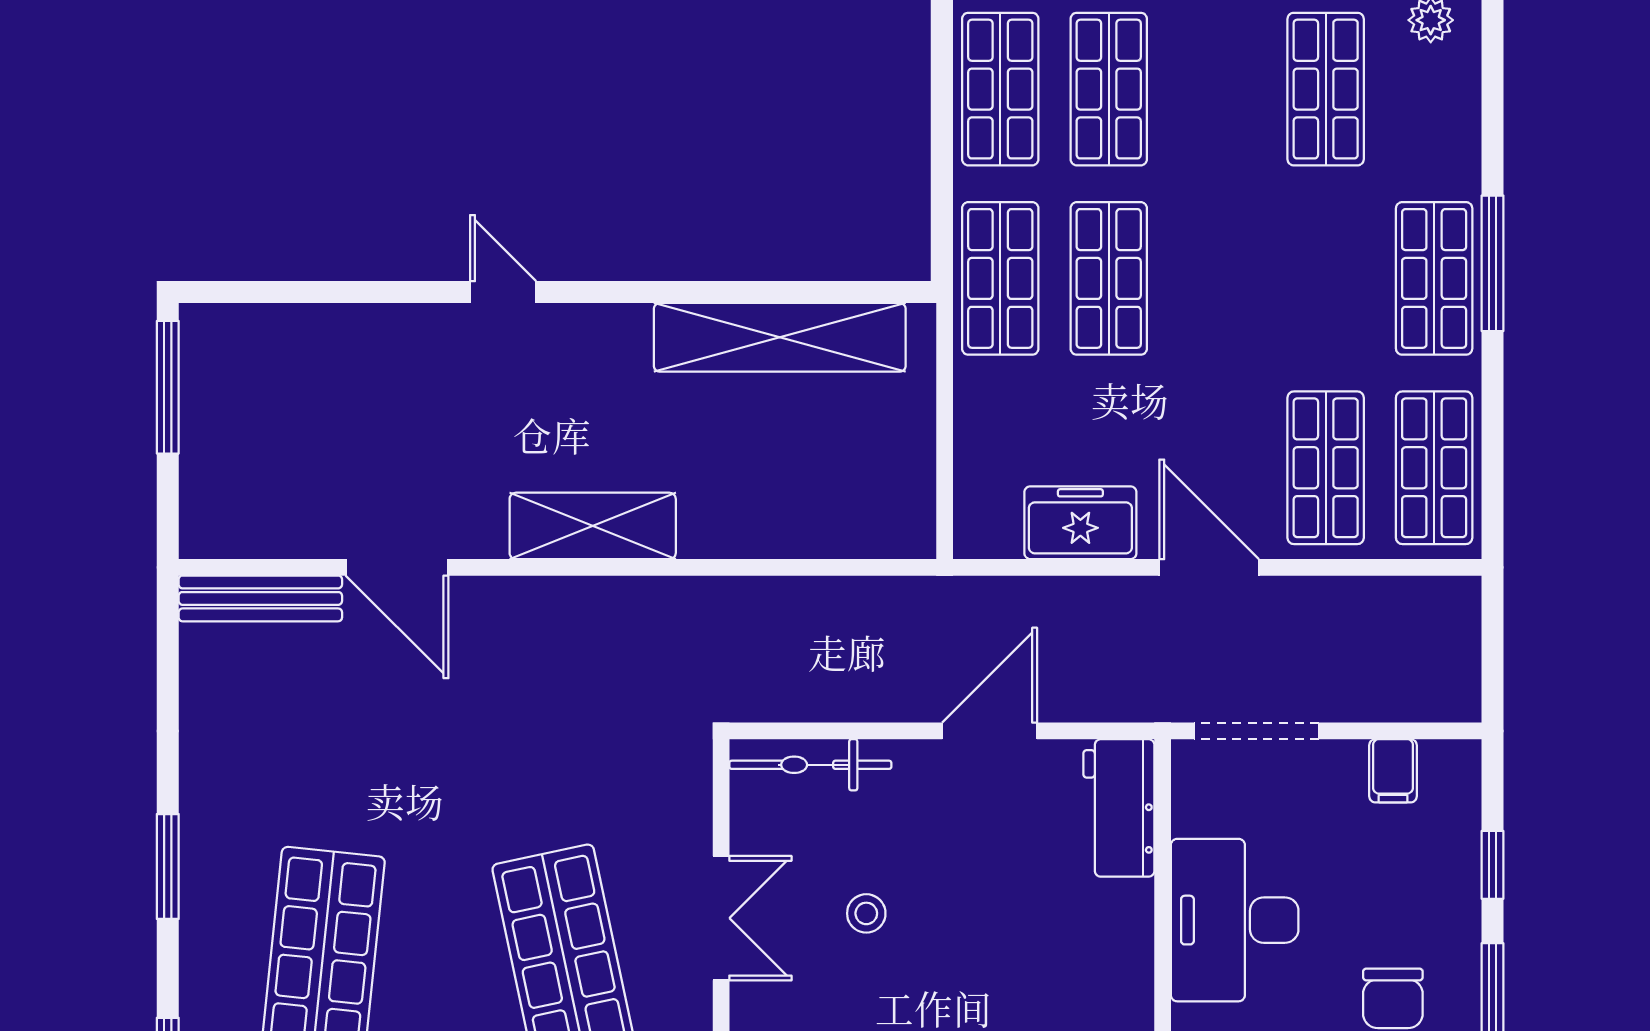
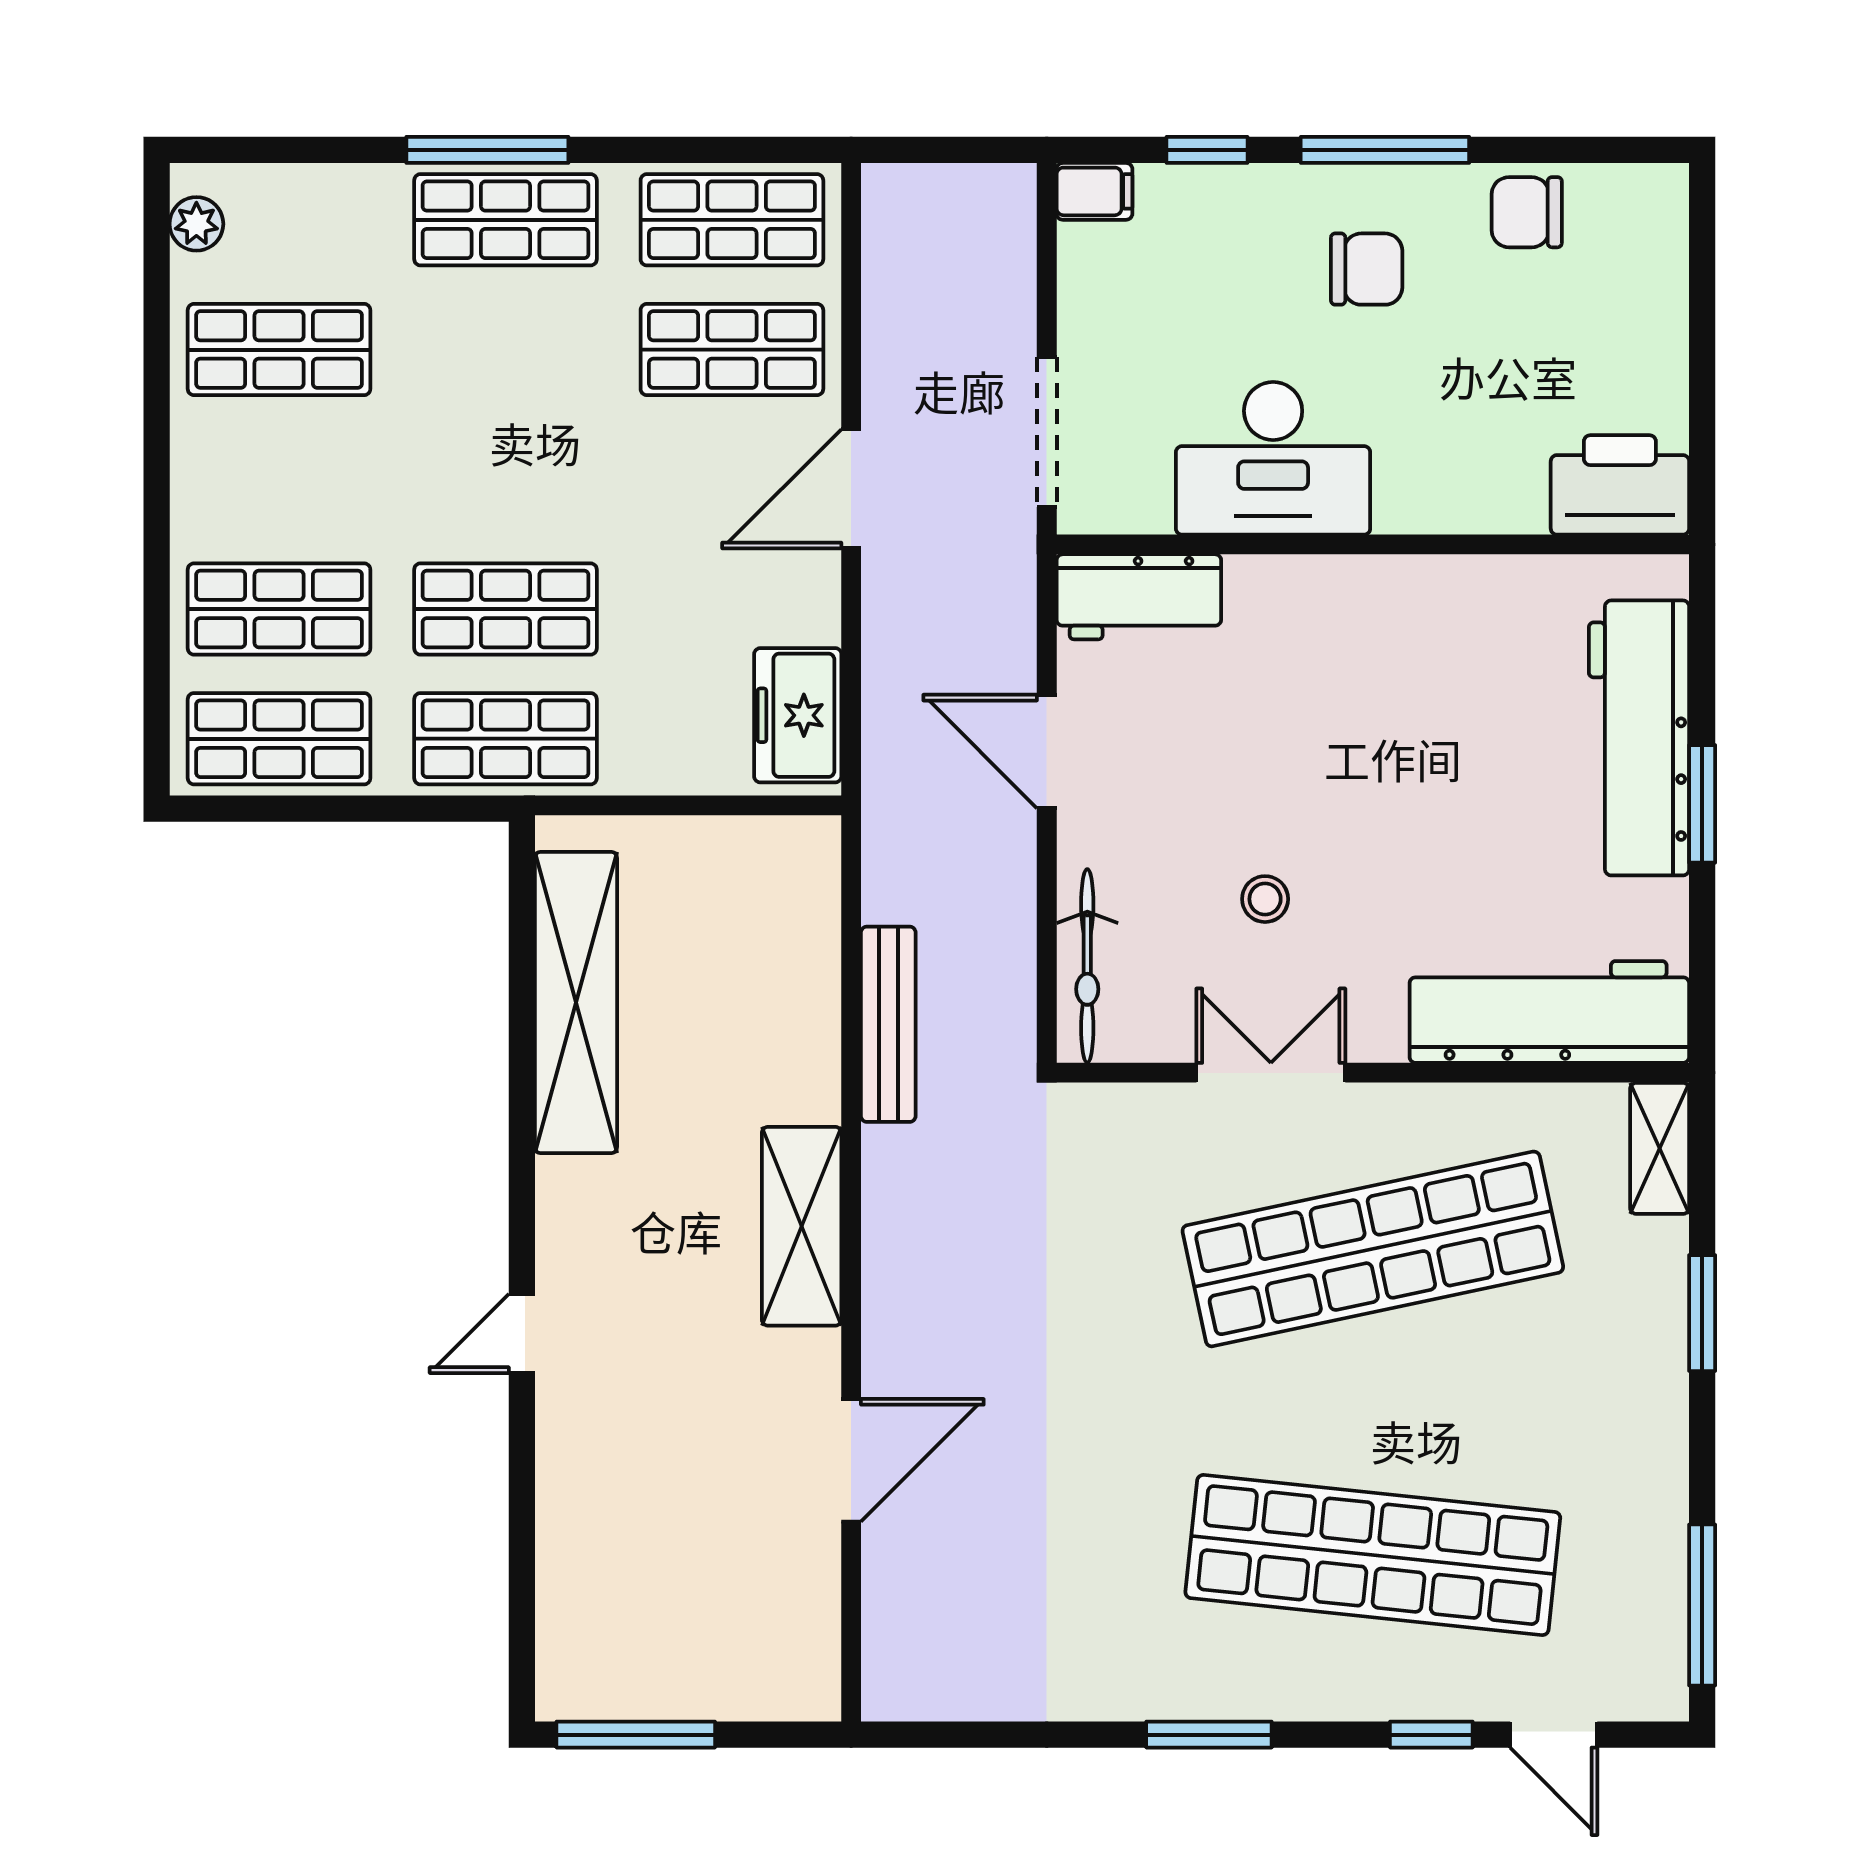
freezer: (1080, 523) -> (798, 715), moved
bench: (260, 598) -> (888, 1024), moved
filing cabinet: (1393, 771) -> (1094, 191), moved

